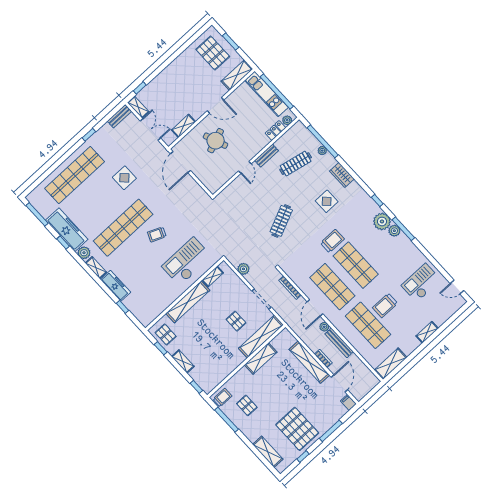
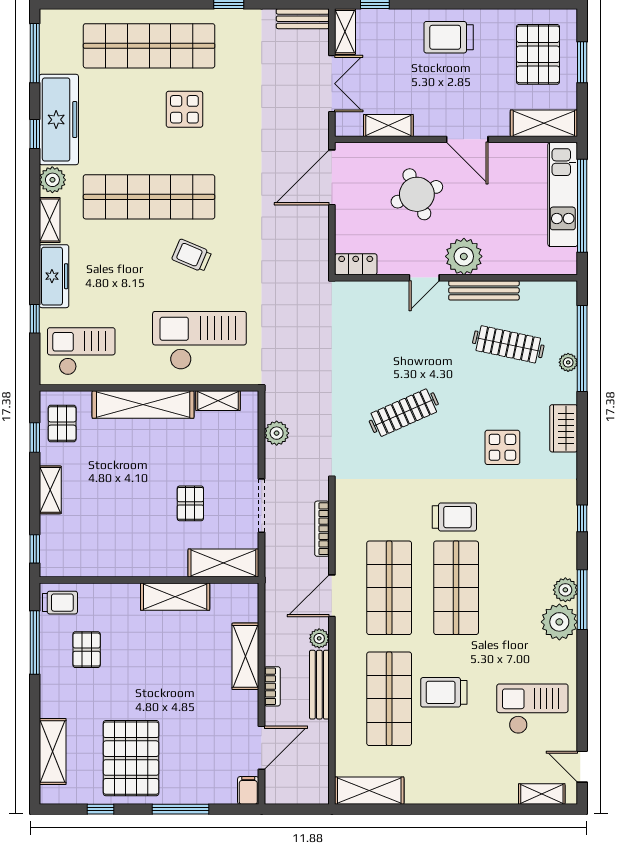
trolley: (176, 76) -> (449, 37), added
plant: (287, 120) -> (464, 256), moved, width x1.88, depth x1.88
locker: (275, 130) -> (356, 264), moved
bench: (267, 156) -> (484, 290), width x1.36
display table: (124, 178) -> (184, 109), moved
plant: (382, 221) -> (559, 622), moved
checkout: (149, 303) -> (81, 351), added
shelving: (427, 332) -> (542, 794), moved
shelving: (261, 337) -> (223, 563), width x0.68
shelving: (309, 362) -> (245, 656), width x0.68

